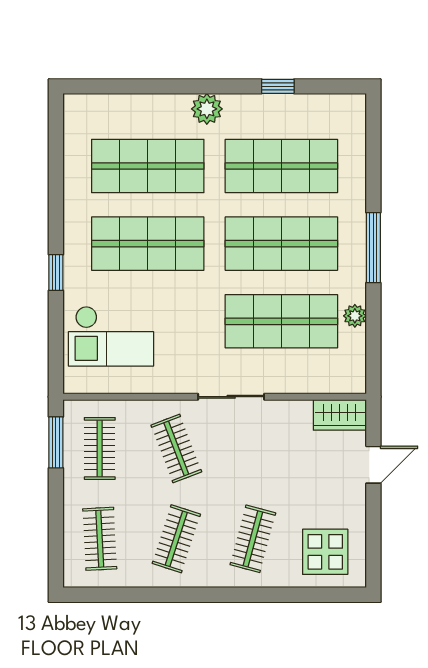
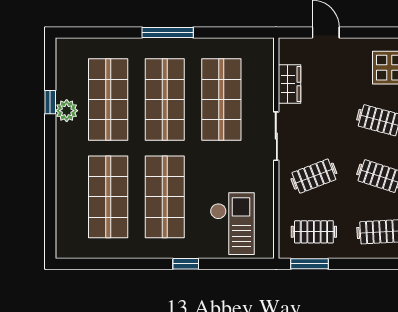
plant: (207, 109) -> (67, 111), moved
plant: (355, 316) -> (217, 46), removed
wardrobe: (340, 415) -> (289, 84), moved

